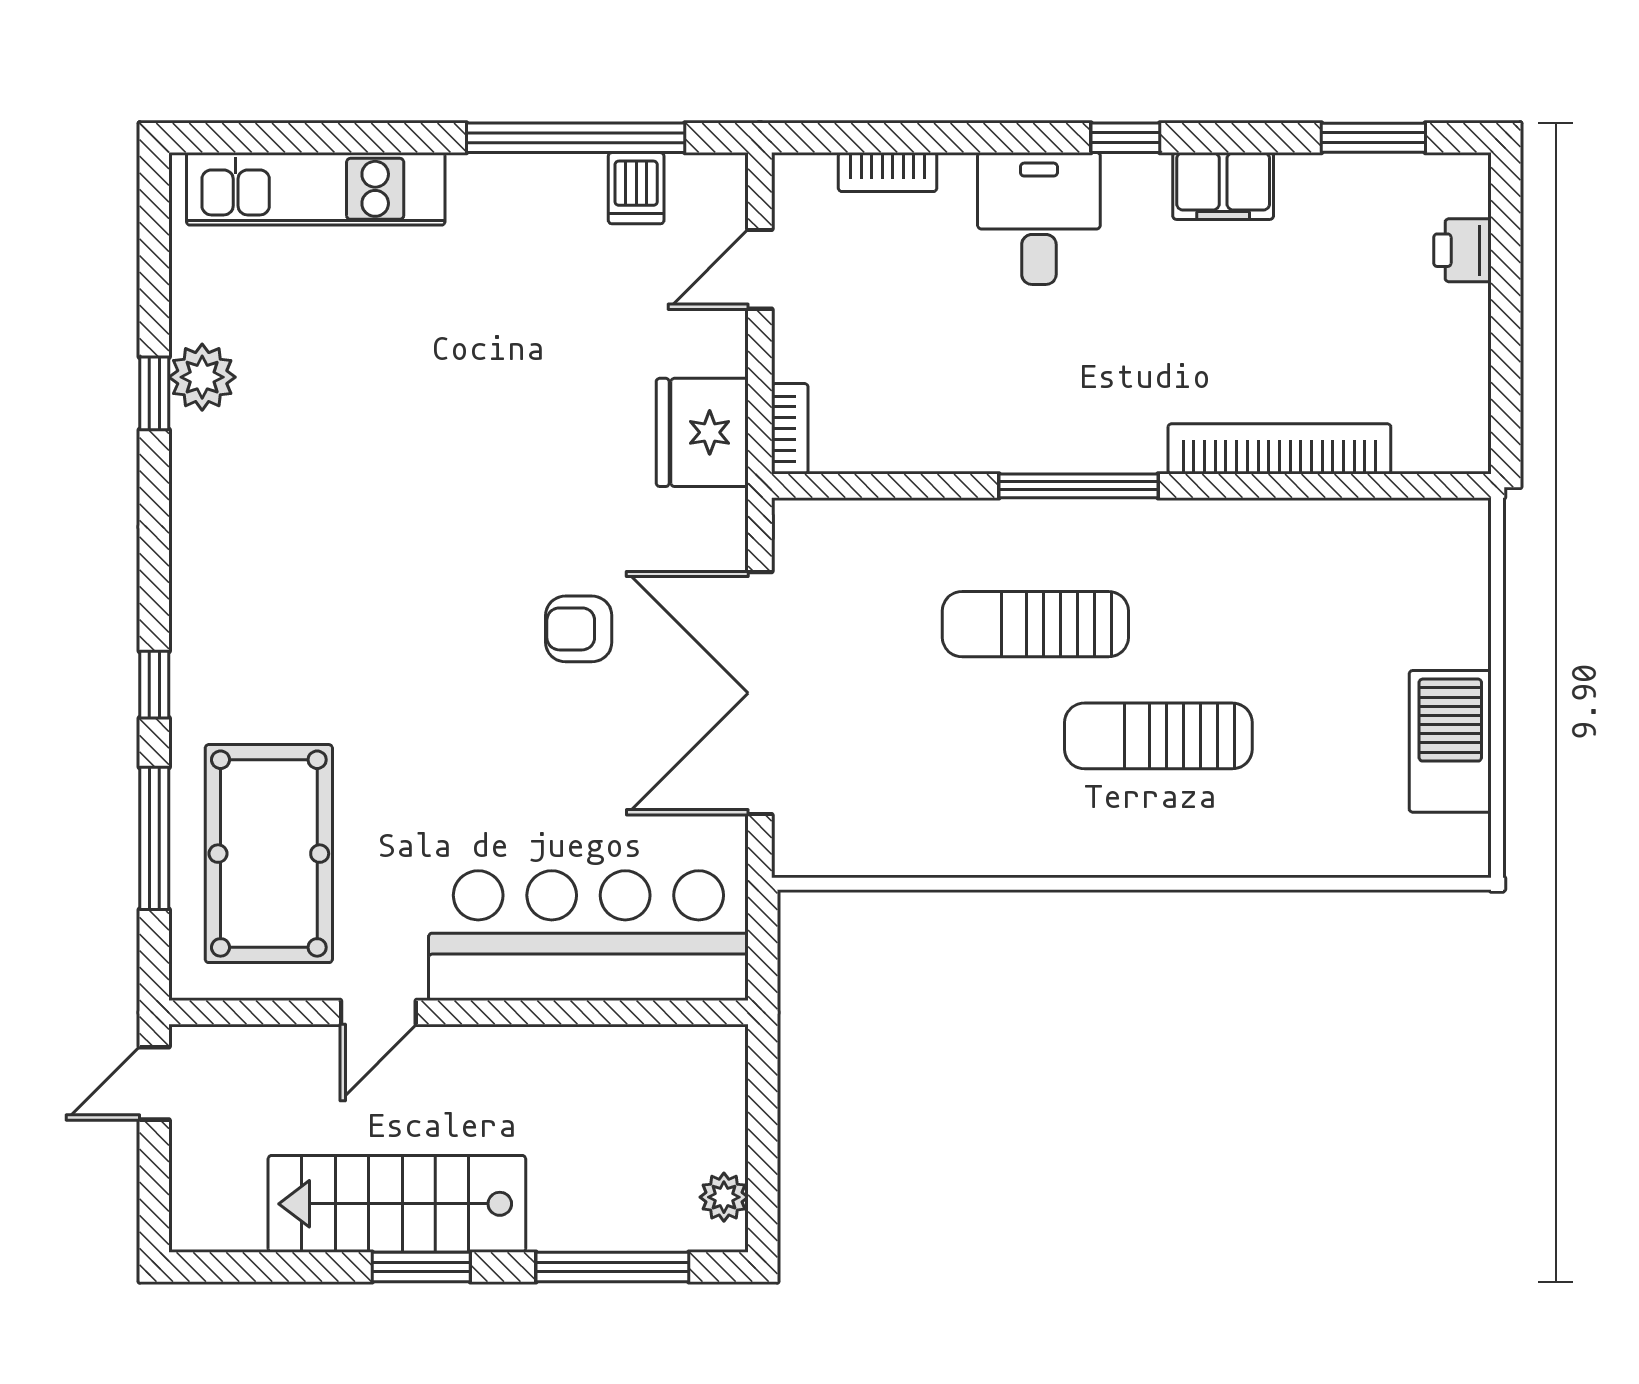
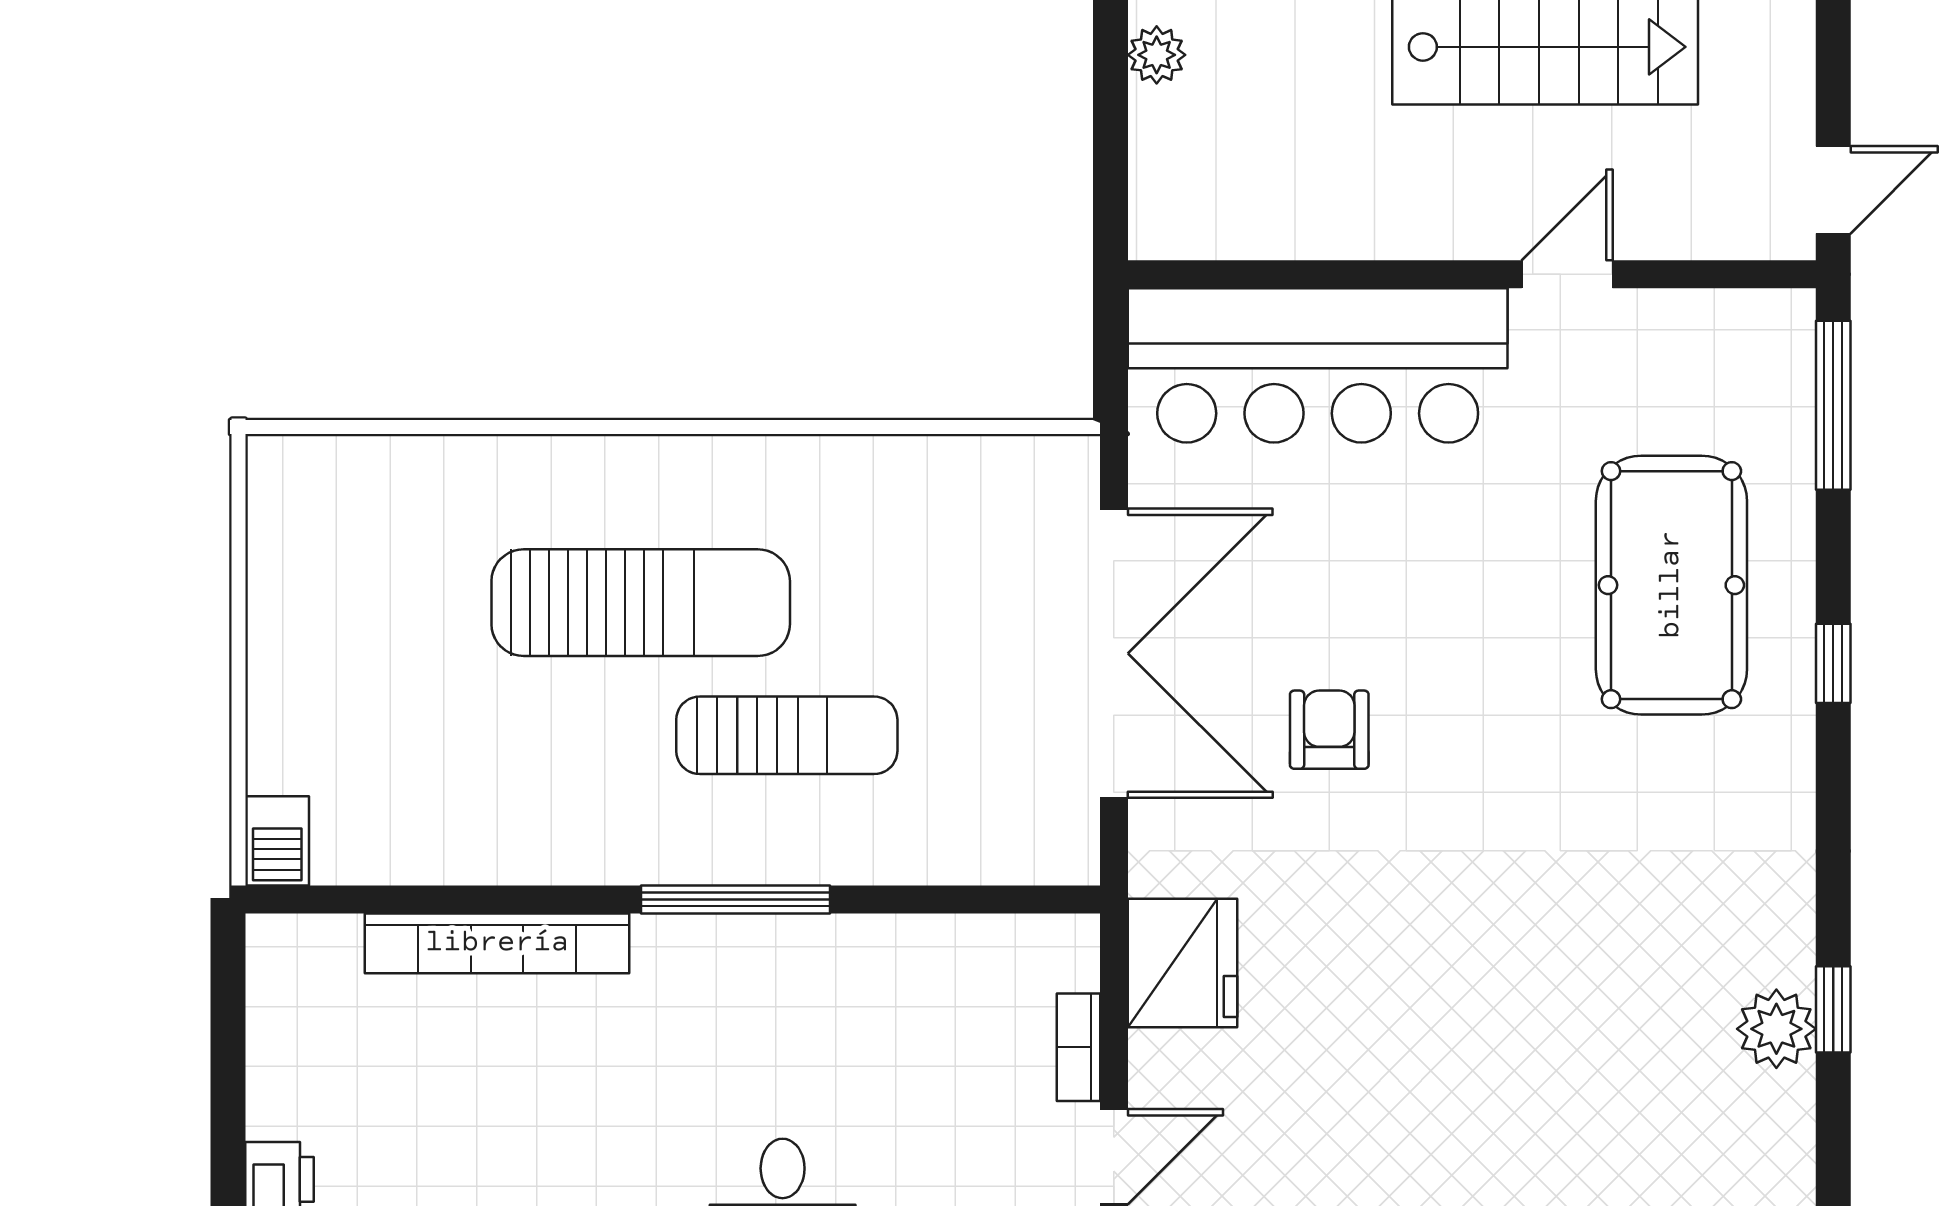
bookcase: (790, 429) -> (1079, 1047), moved
armchair: (579, 629) -> (1329, 730), turned -90
sun lounger: (1158, 736) -> (641, 603), width x1.36, depth x1.34
barbecue: (1450, 741) -> (277, 841), moved, width x0.53, depth x0.65
window: (154, 838) -> (1833, 405), moved
pool table: (269, 854) -> (1671, 585), moved

